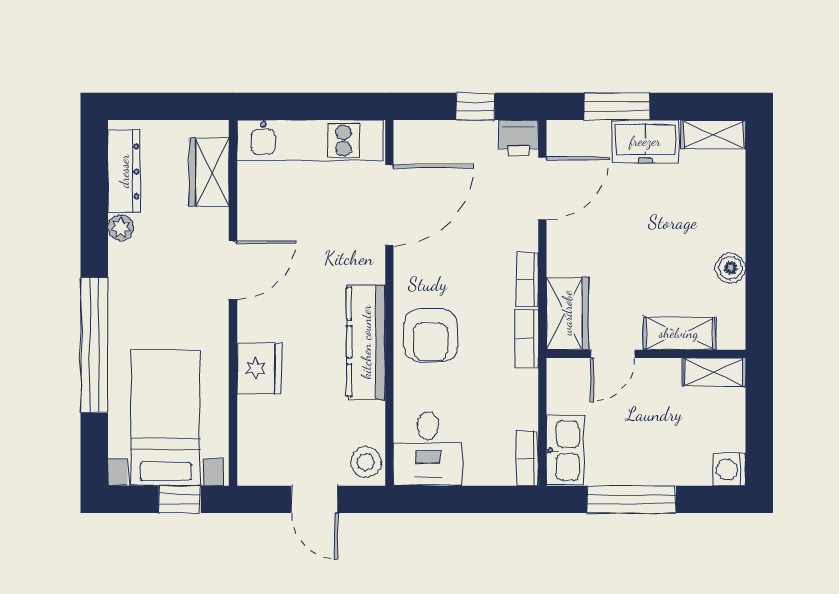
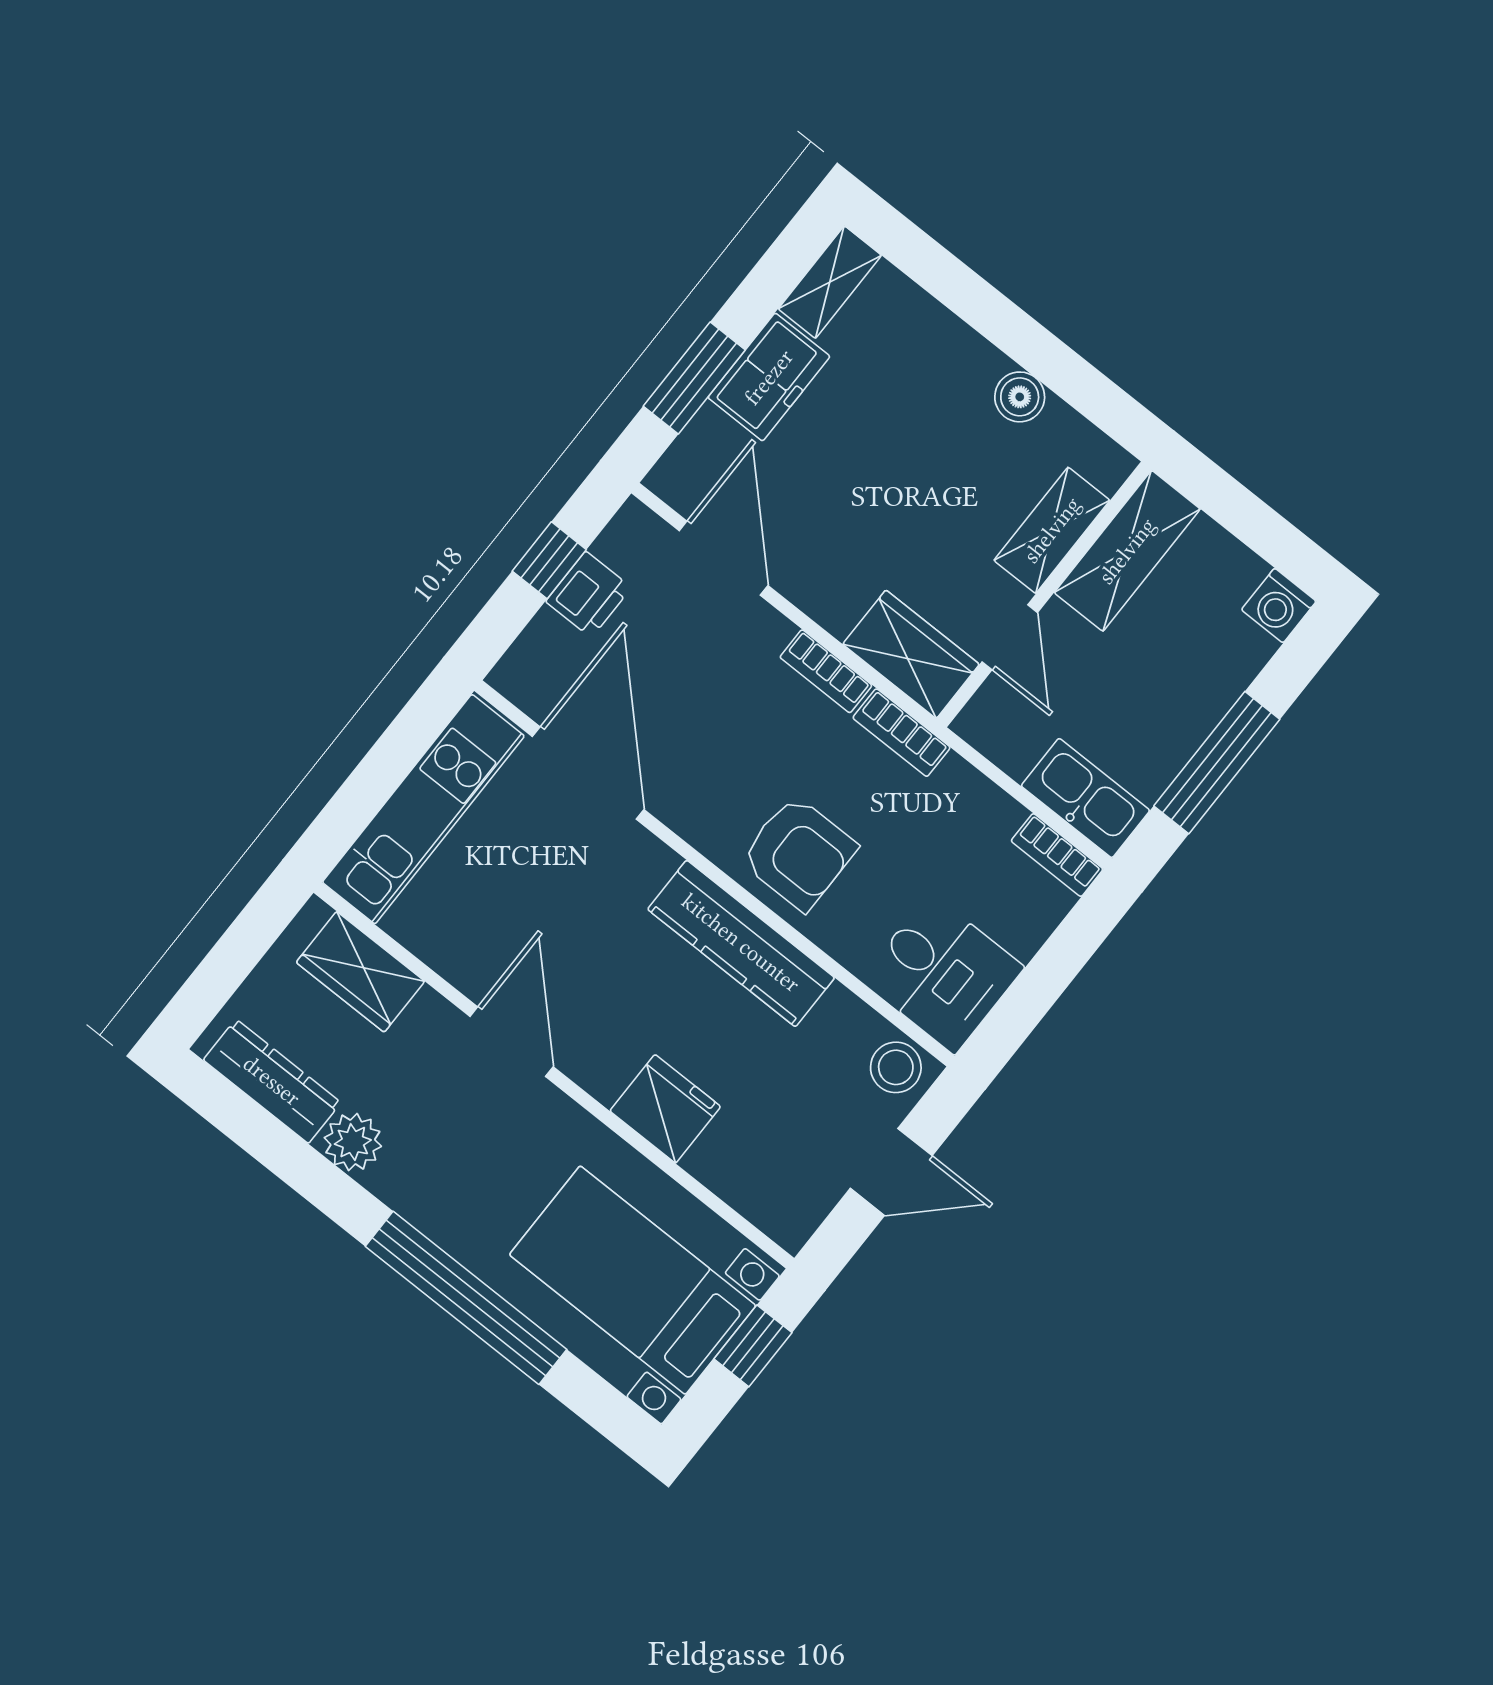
printer: (519, 138) -> (589, 594), moved
plant: (121, 228) -> (353, 1142), width x1.38, depth x1.38
shelving: (714, 372) -> (1127, 551), width x1.50, depth x1.33

